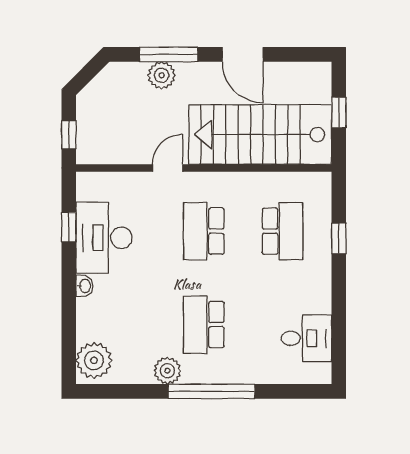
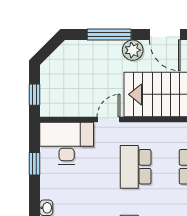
plant: (162, 75) -> (133, 50), moved
desk: (104, 238) -> (67, 143), moved, turned 90

